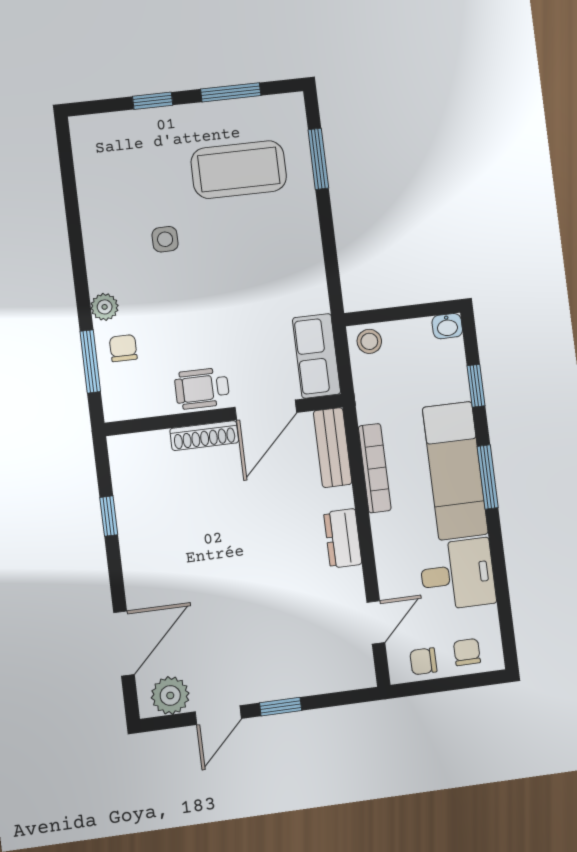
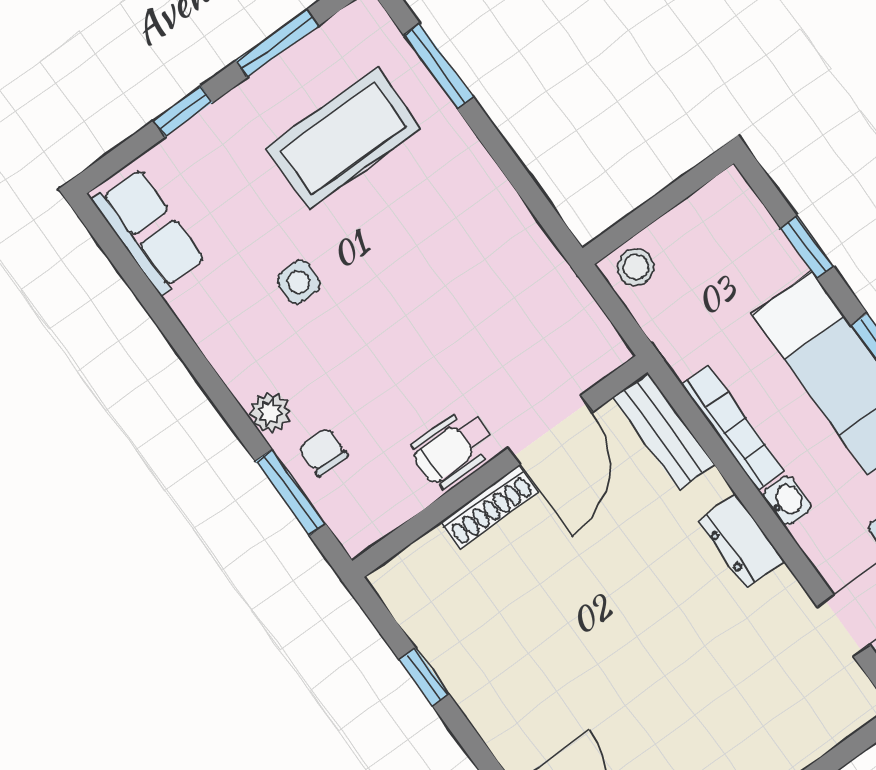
washbasin: (447, 326) -> (787, 501), moved, turned -90
row of seats: (317, 356) -> (149, 231), moved, turned 180

